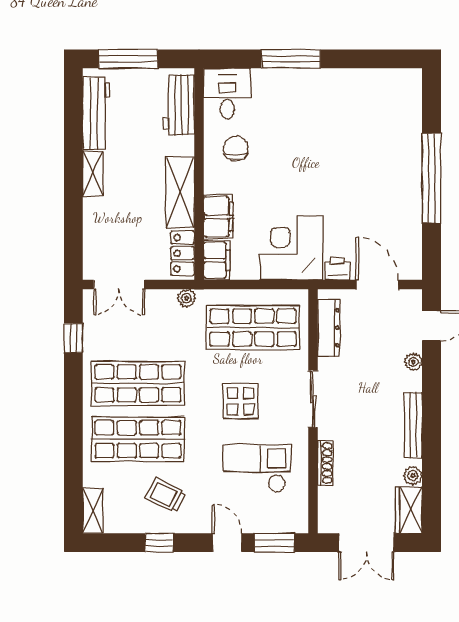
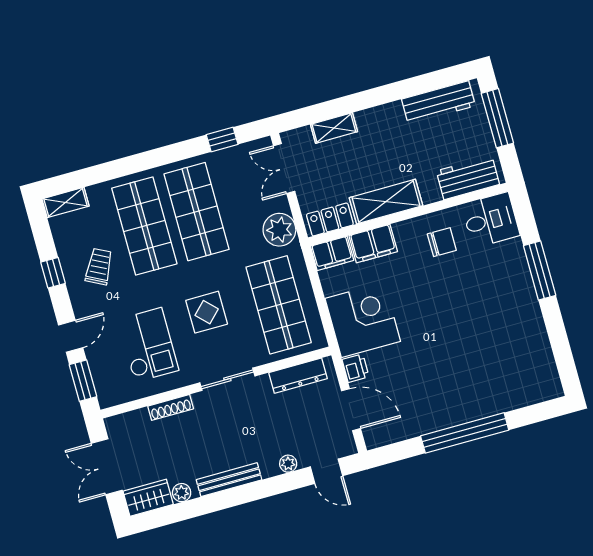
shelving: (93, 173) -> (334, 128), moved
door: (377, 285) -> (351, 410), hinge flipped
plant: (187, 298) -> (279, 230), width x1.88, depth x1.88

